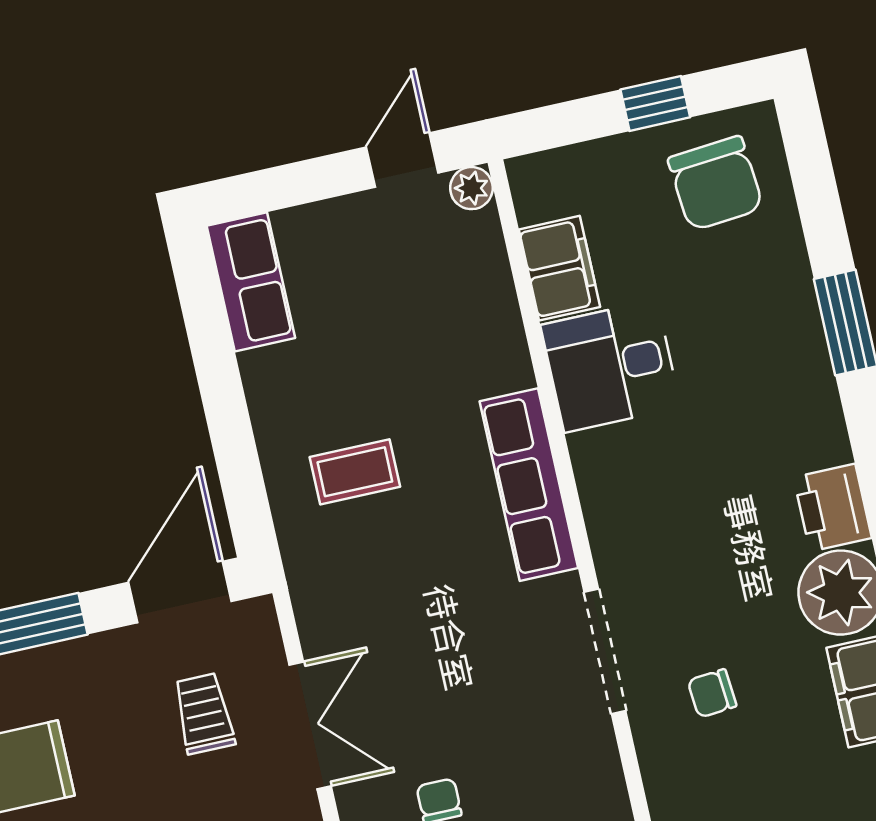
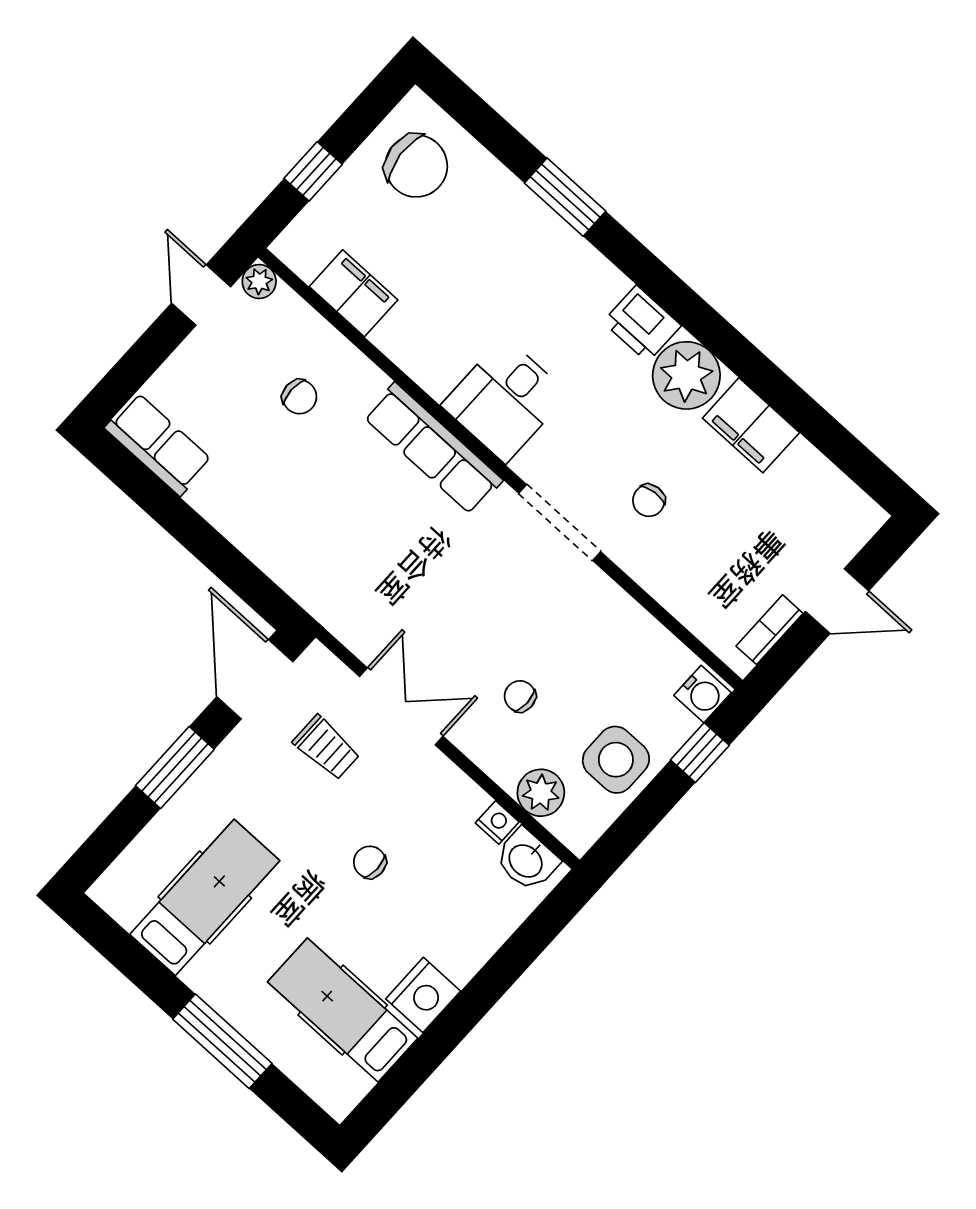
window: (655, 103) -> (313, 171), moved
chair: (429, 335) -> (299, 397), added
desk: (611, 366) -> (505, 400), moved
coffee table: (355, 472) -> (314, 520), removed
trolley: (204, 714) -> (326, 748), turned 180

